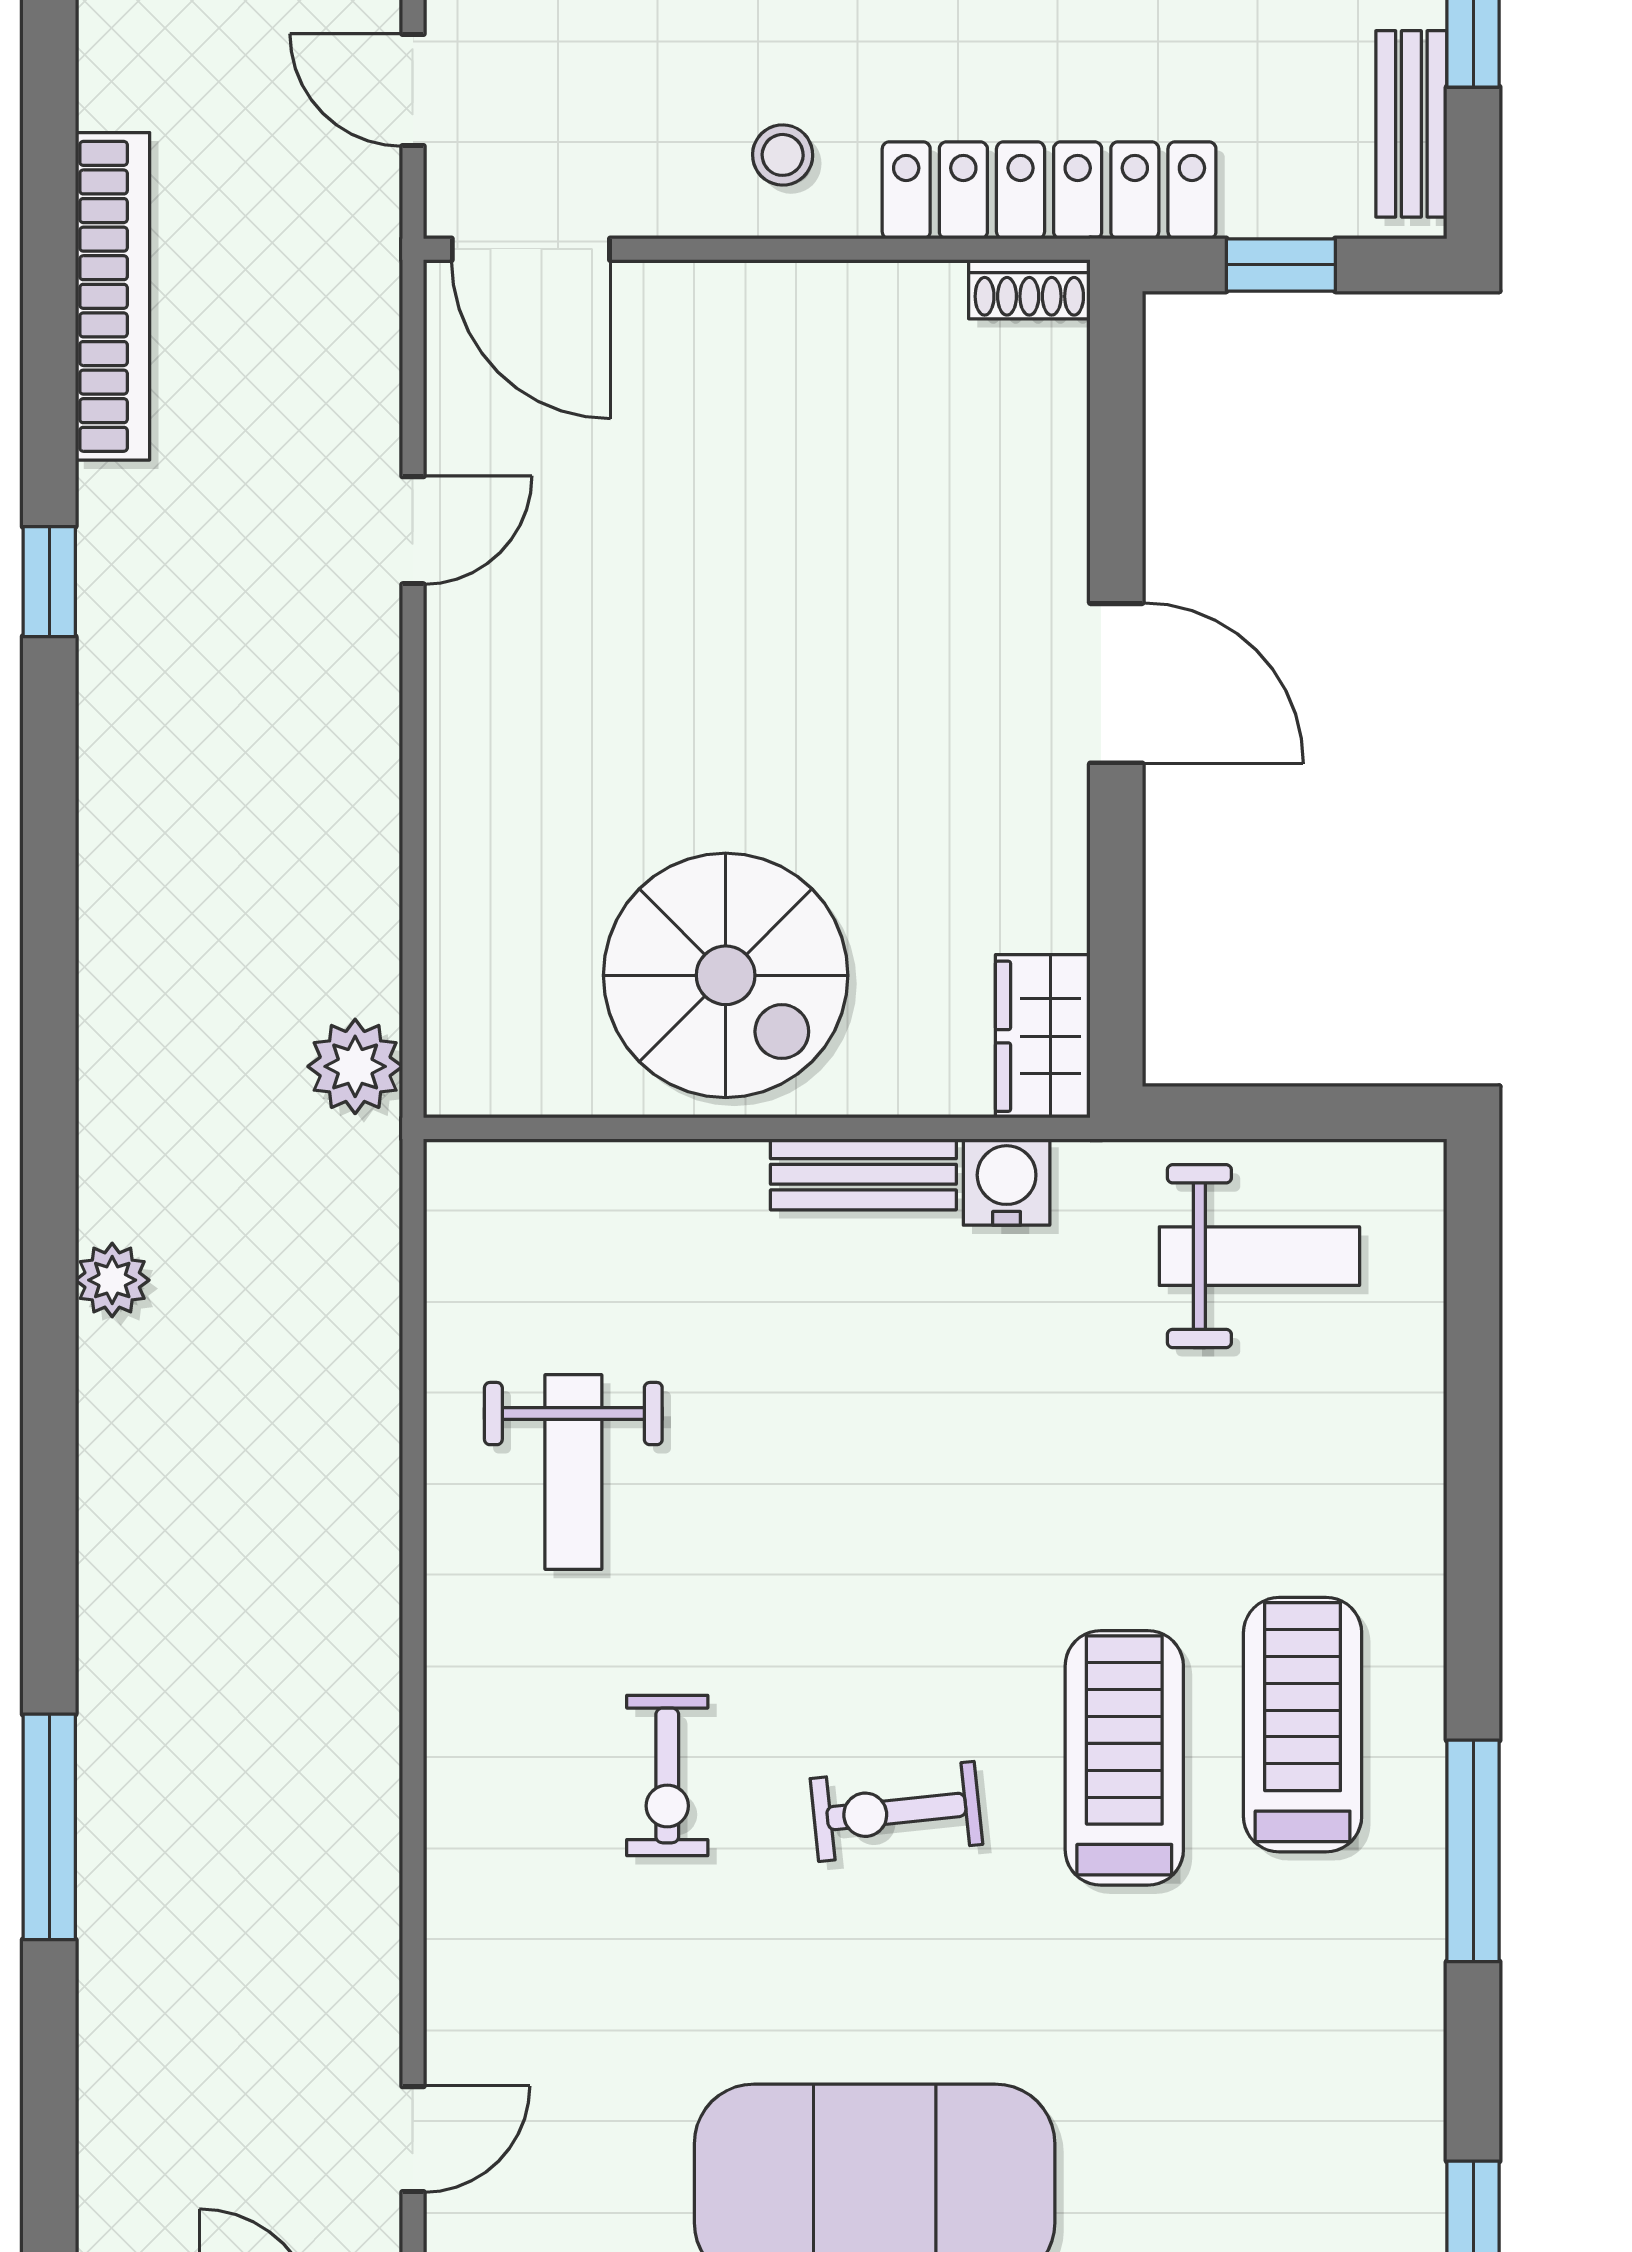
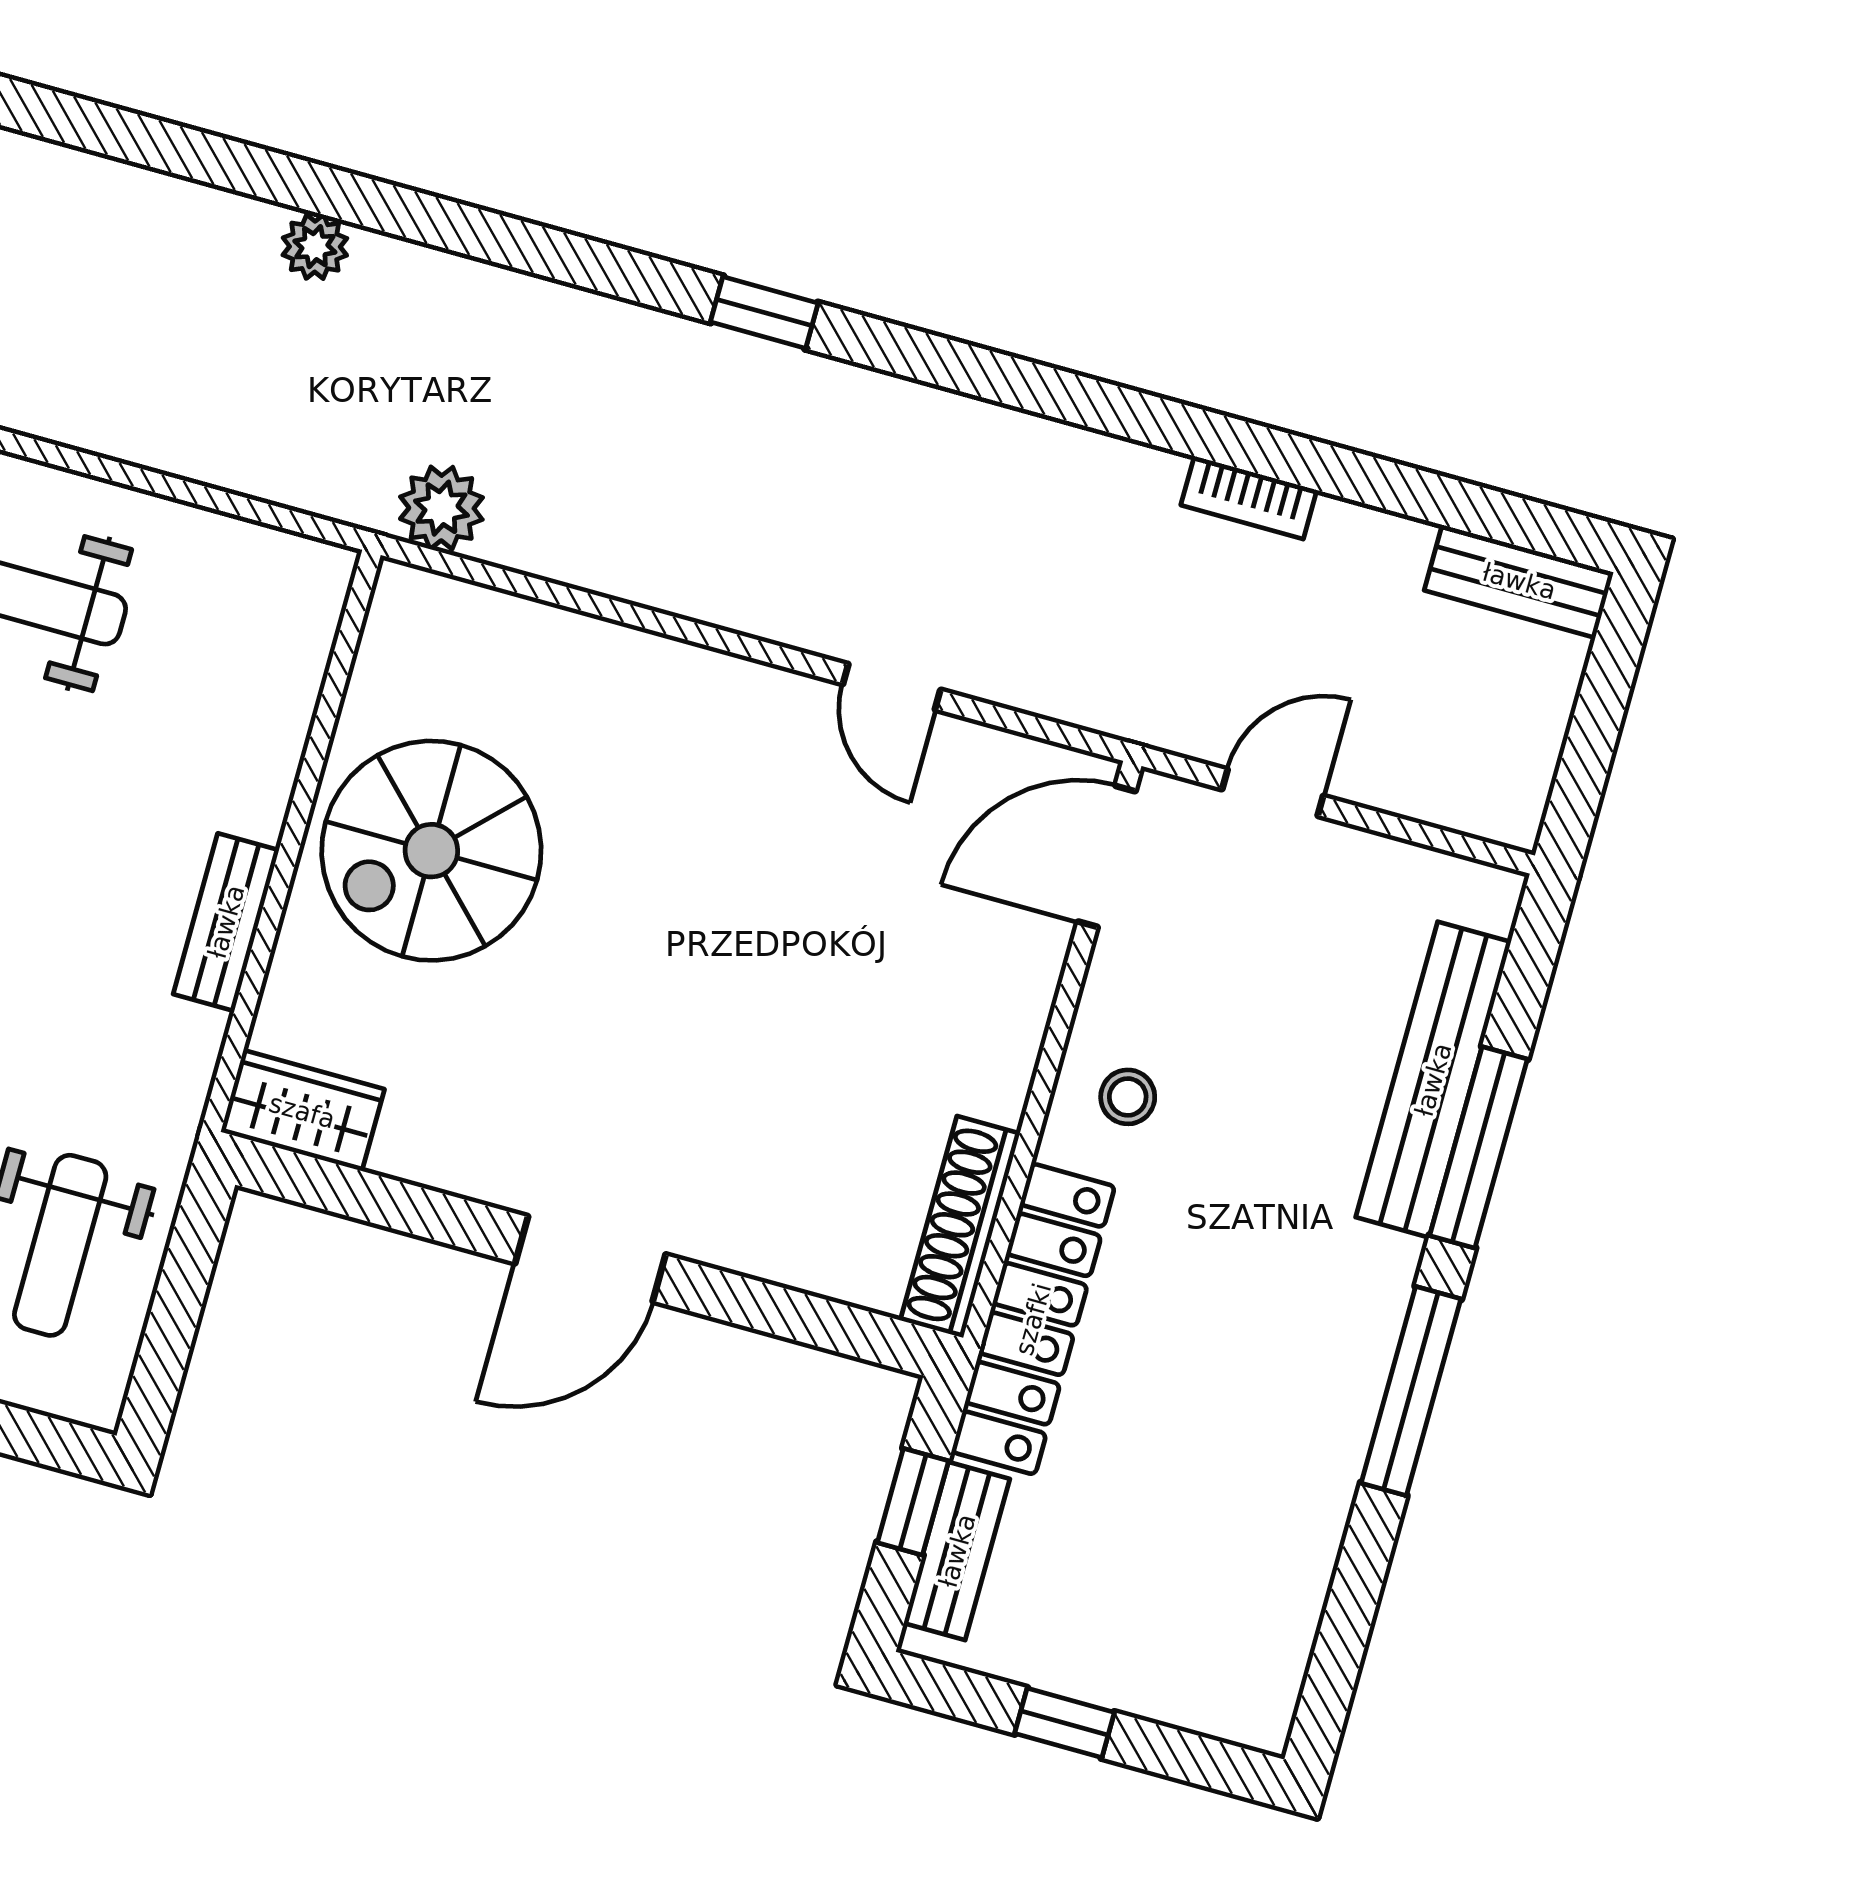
bench: (1411, 124) -> (957, 1551), moved, turned 90
shoe rack: (1029, 289) -> (960, 1227), width x1.94, depth x1.24
bookcase: (112, 296) -> (1249, 498), width x0.43, depth x0.76
window: (49, 582) -> (764, 312), moved
water cooler: (1007, 1182) -> (185, 1044), removed

